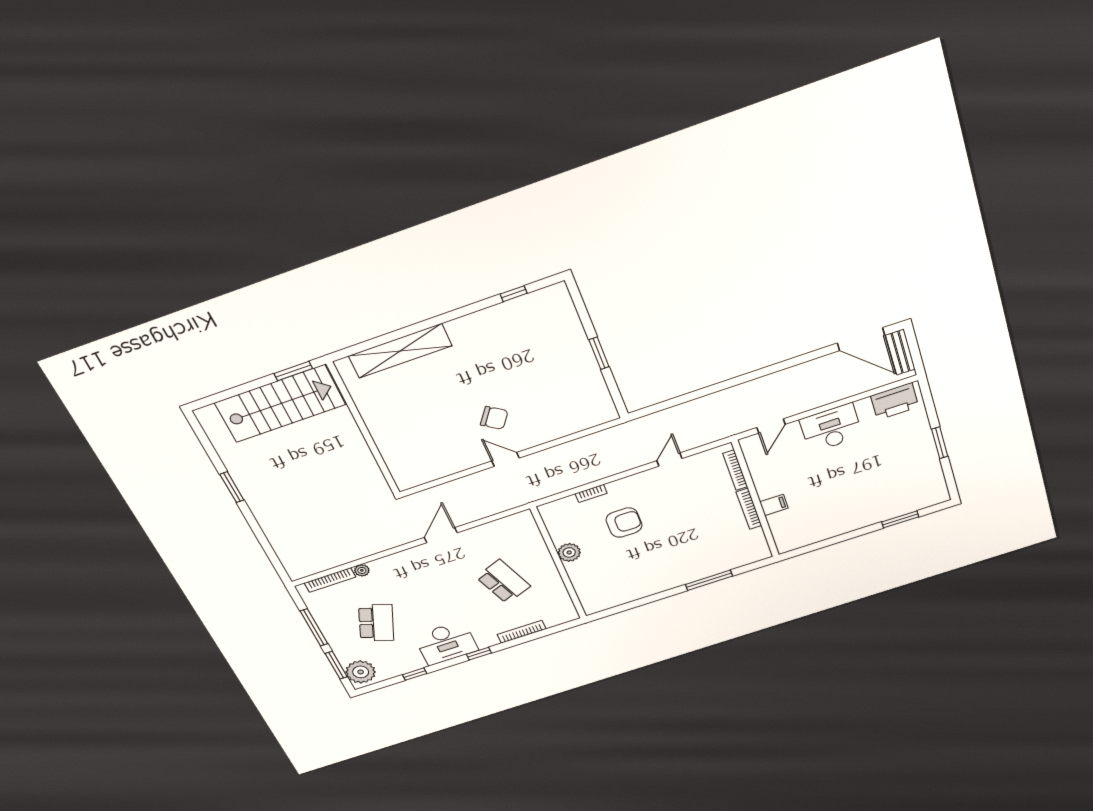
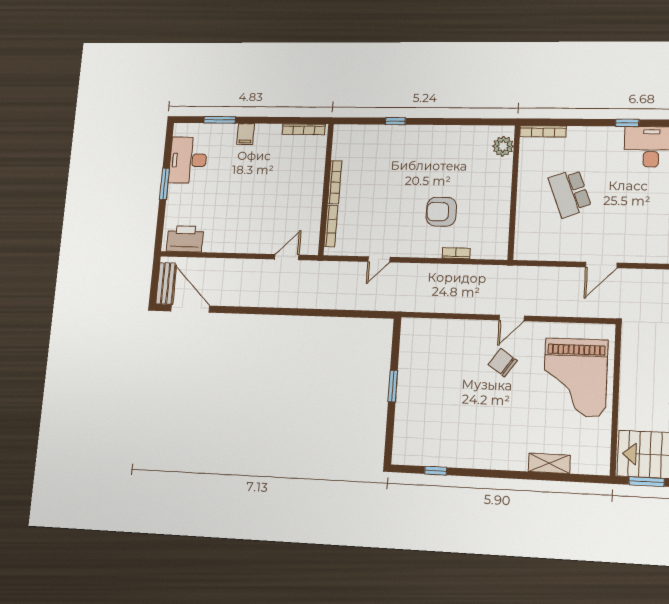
shelving: (400, 351) -> (549, 463), width x0.45, depth x0.75
desk: (831, 428) -> (188, 160), moved, turned 90
grand piano: (414, 433) -> (575, 377), added
door: (505, 459) -> (512, 318), hinge flipped
filing cabinet: (774, 505) -> (246, 134), moved, turned -90
bookcase: (803, 542) -> (304, 129), added
plant: (569, 552) -> (503, 146), moved
window: (709, 580) -> (395, 121), width x0.46
bookcase: (522, 632) -> (543, 131), moved

